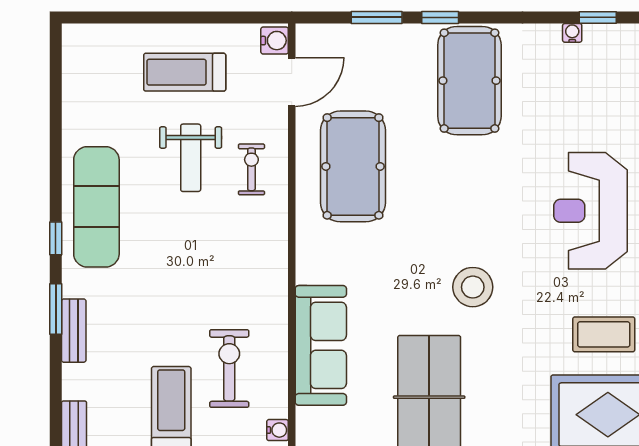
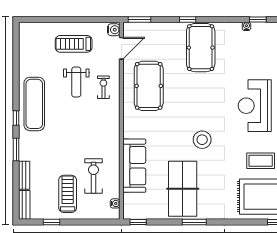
window: (377, 17) -> (140, 19), moved
bench: (74, 331) -> (24, 175), moved

